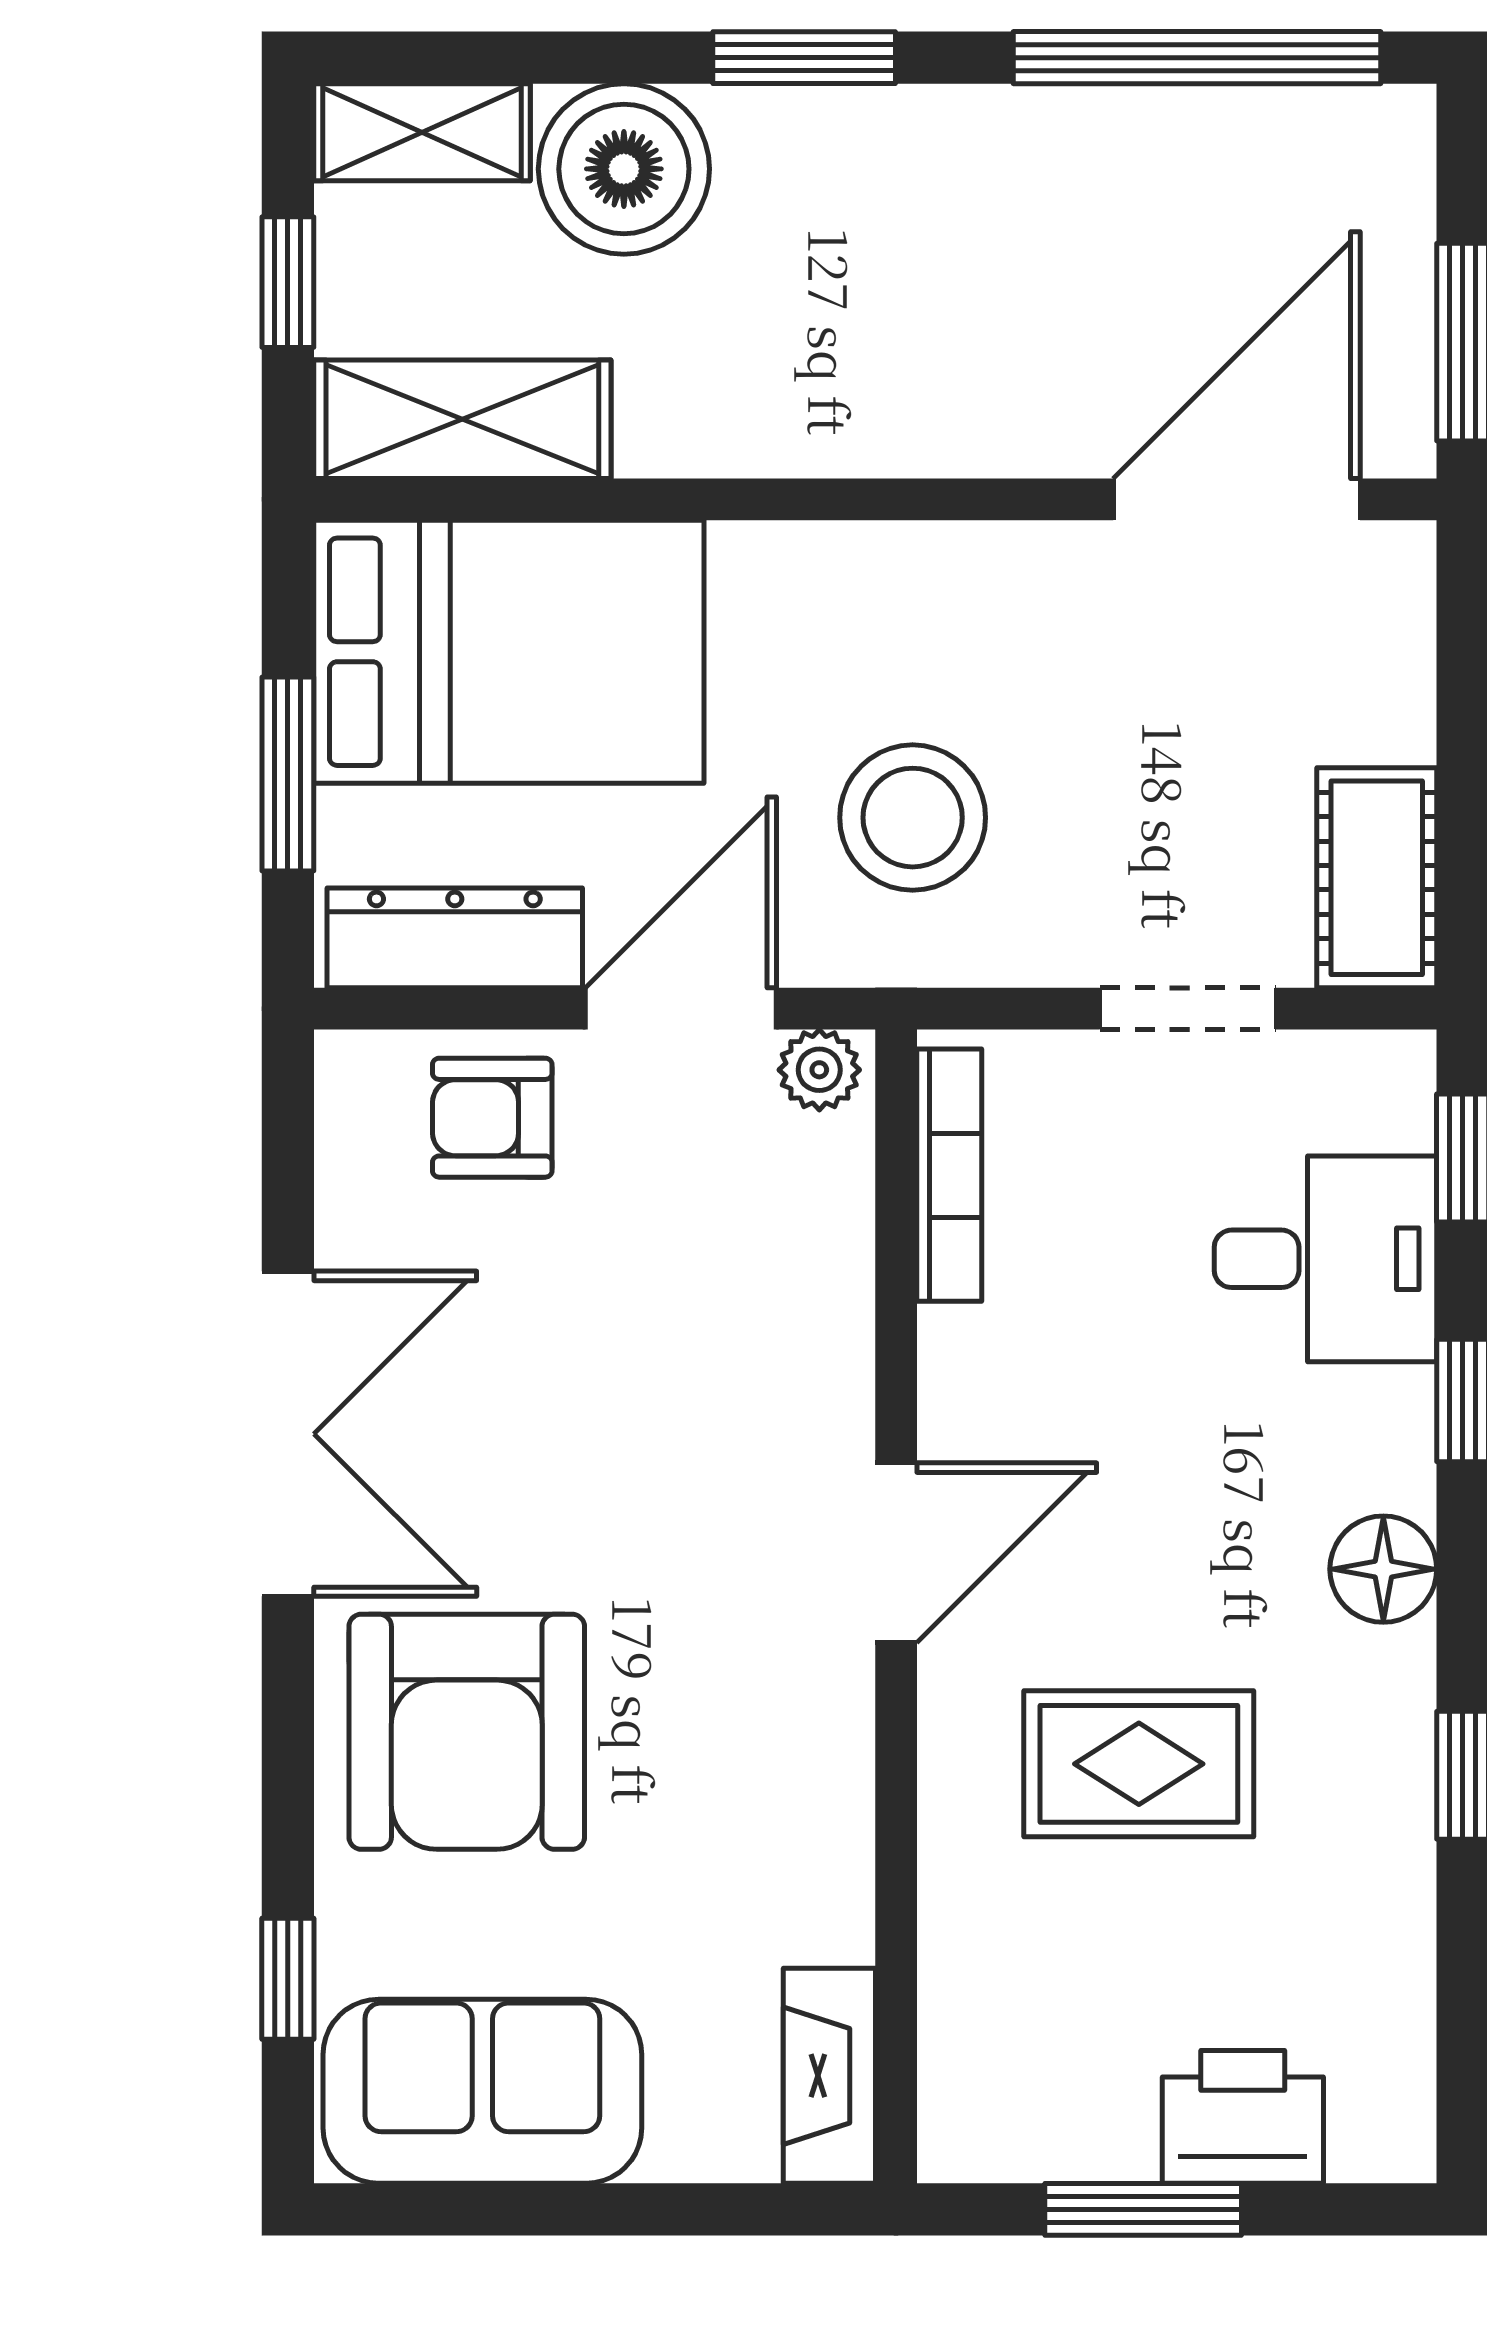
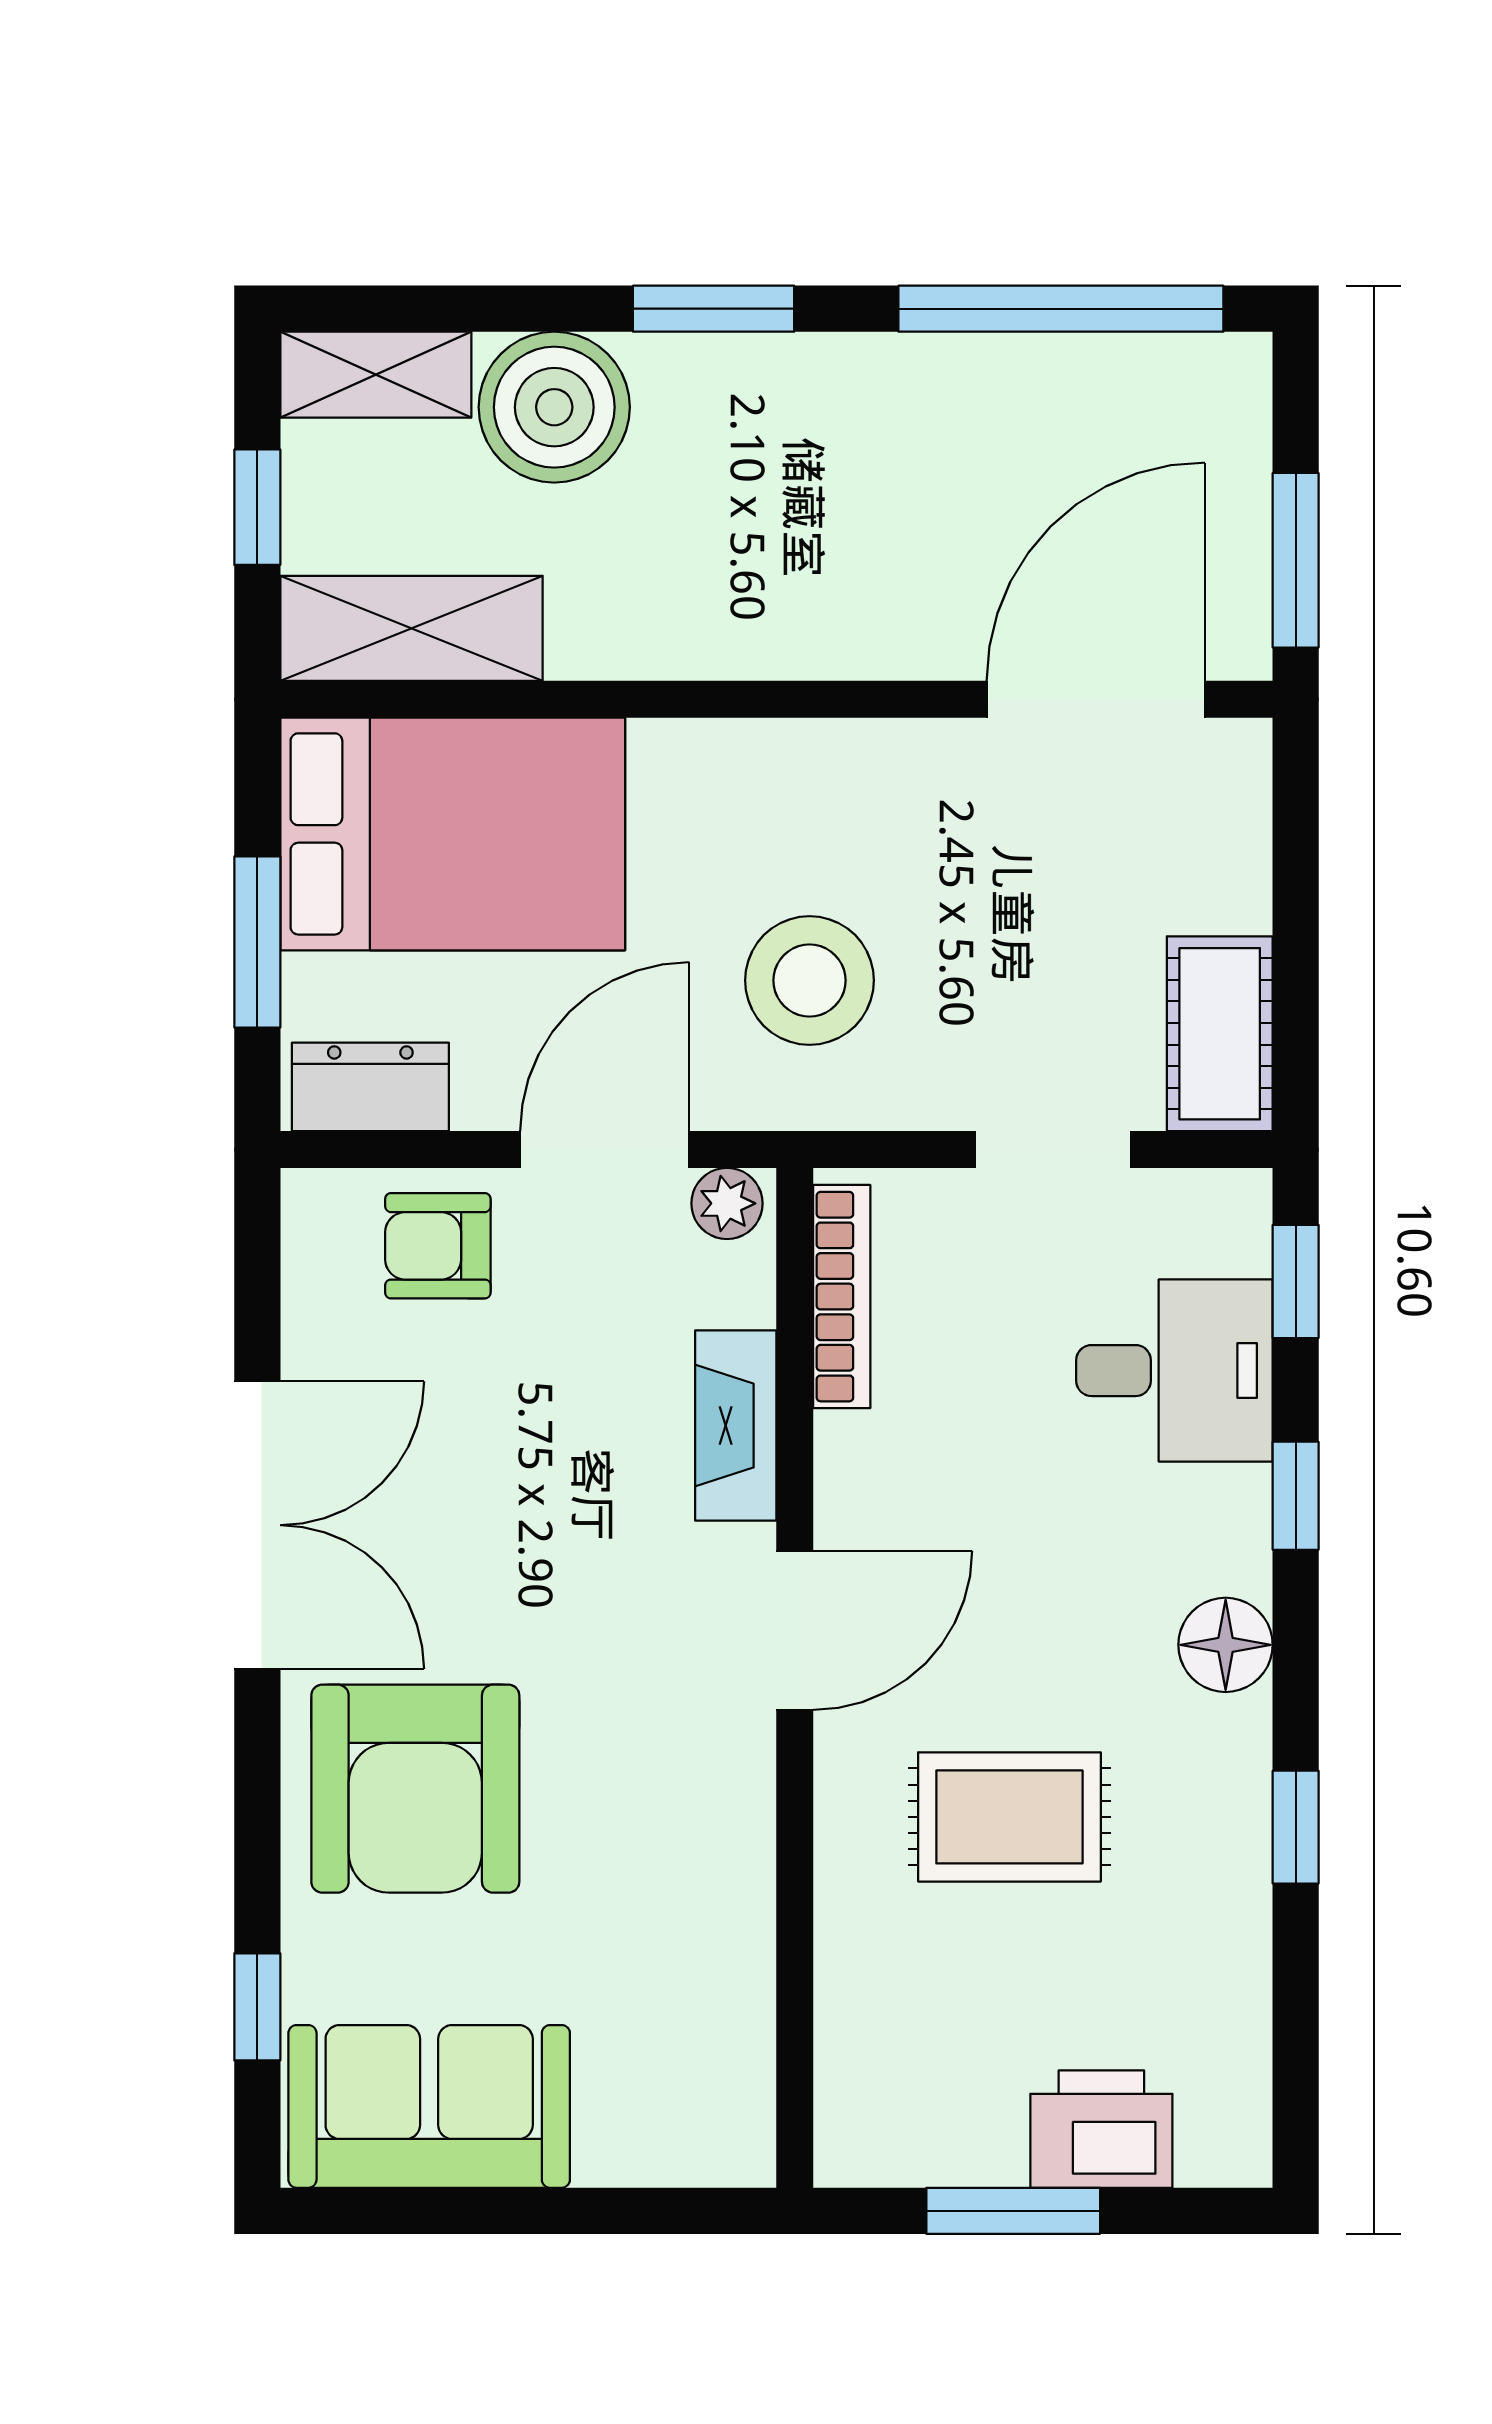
dresser: (455, 938) -> (370, 1087), width x0.70
fireplace: (829, 2076) -> (736, 1426), moved

